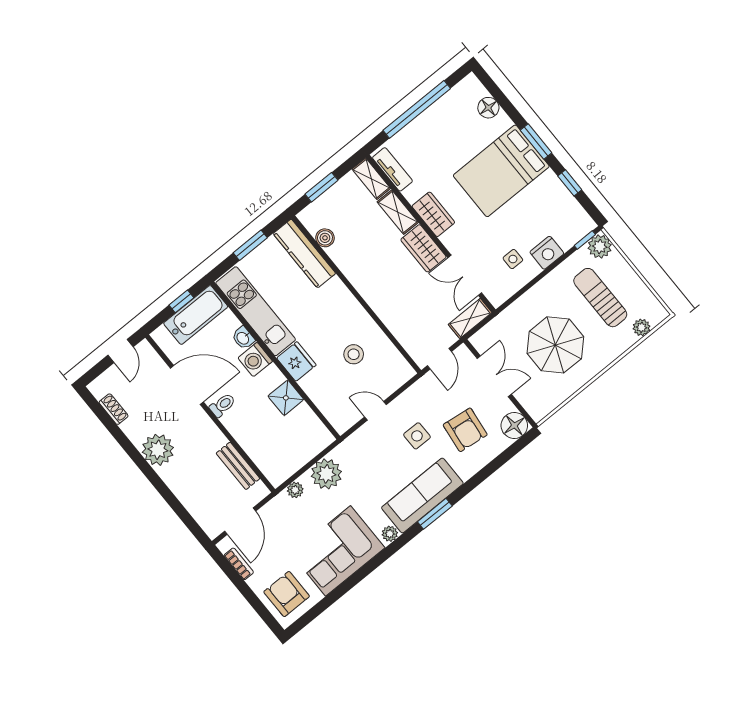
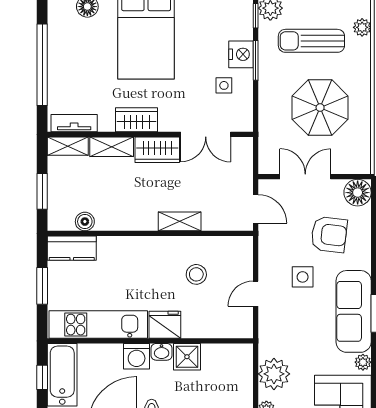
kitchen counter: (304, 253) -> (72, 248), width x0.67
window: (551, 267) -> (256, 60), added
shelving: (470, 318) -> (180, 221), moved, turned 90
washbasin: (243, 338) -> (162, 352), moved

